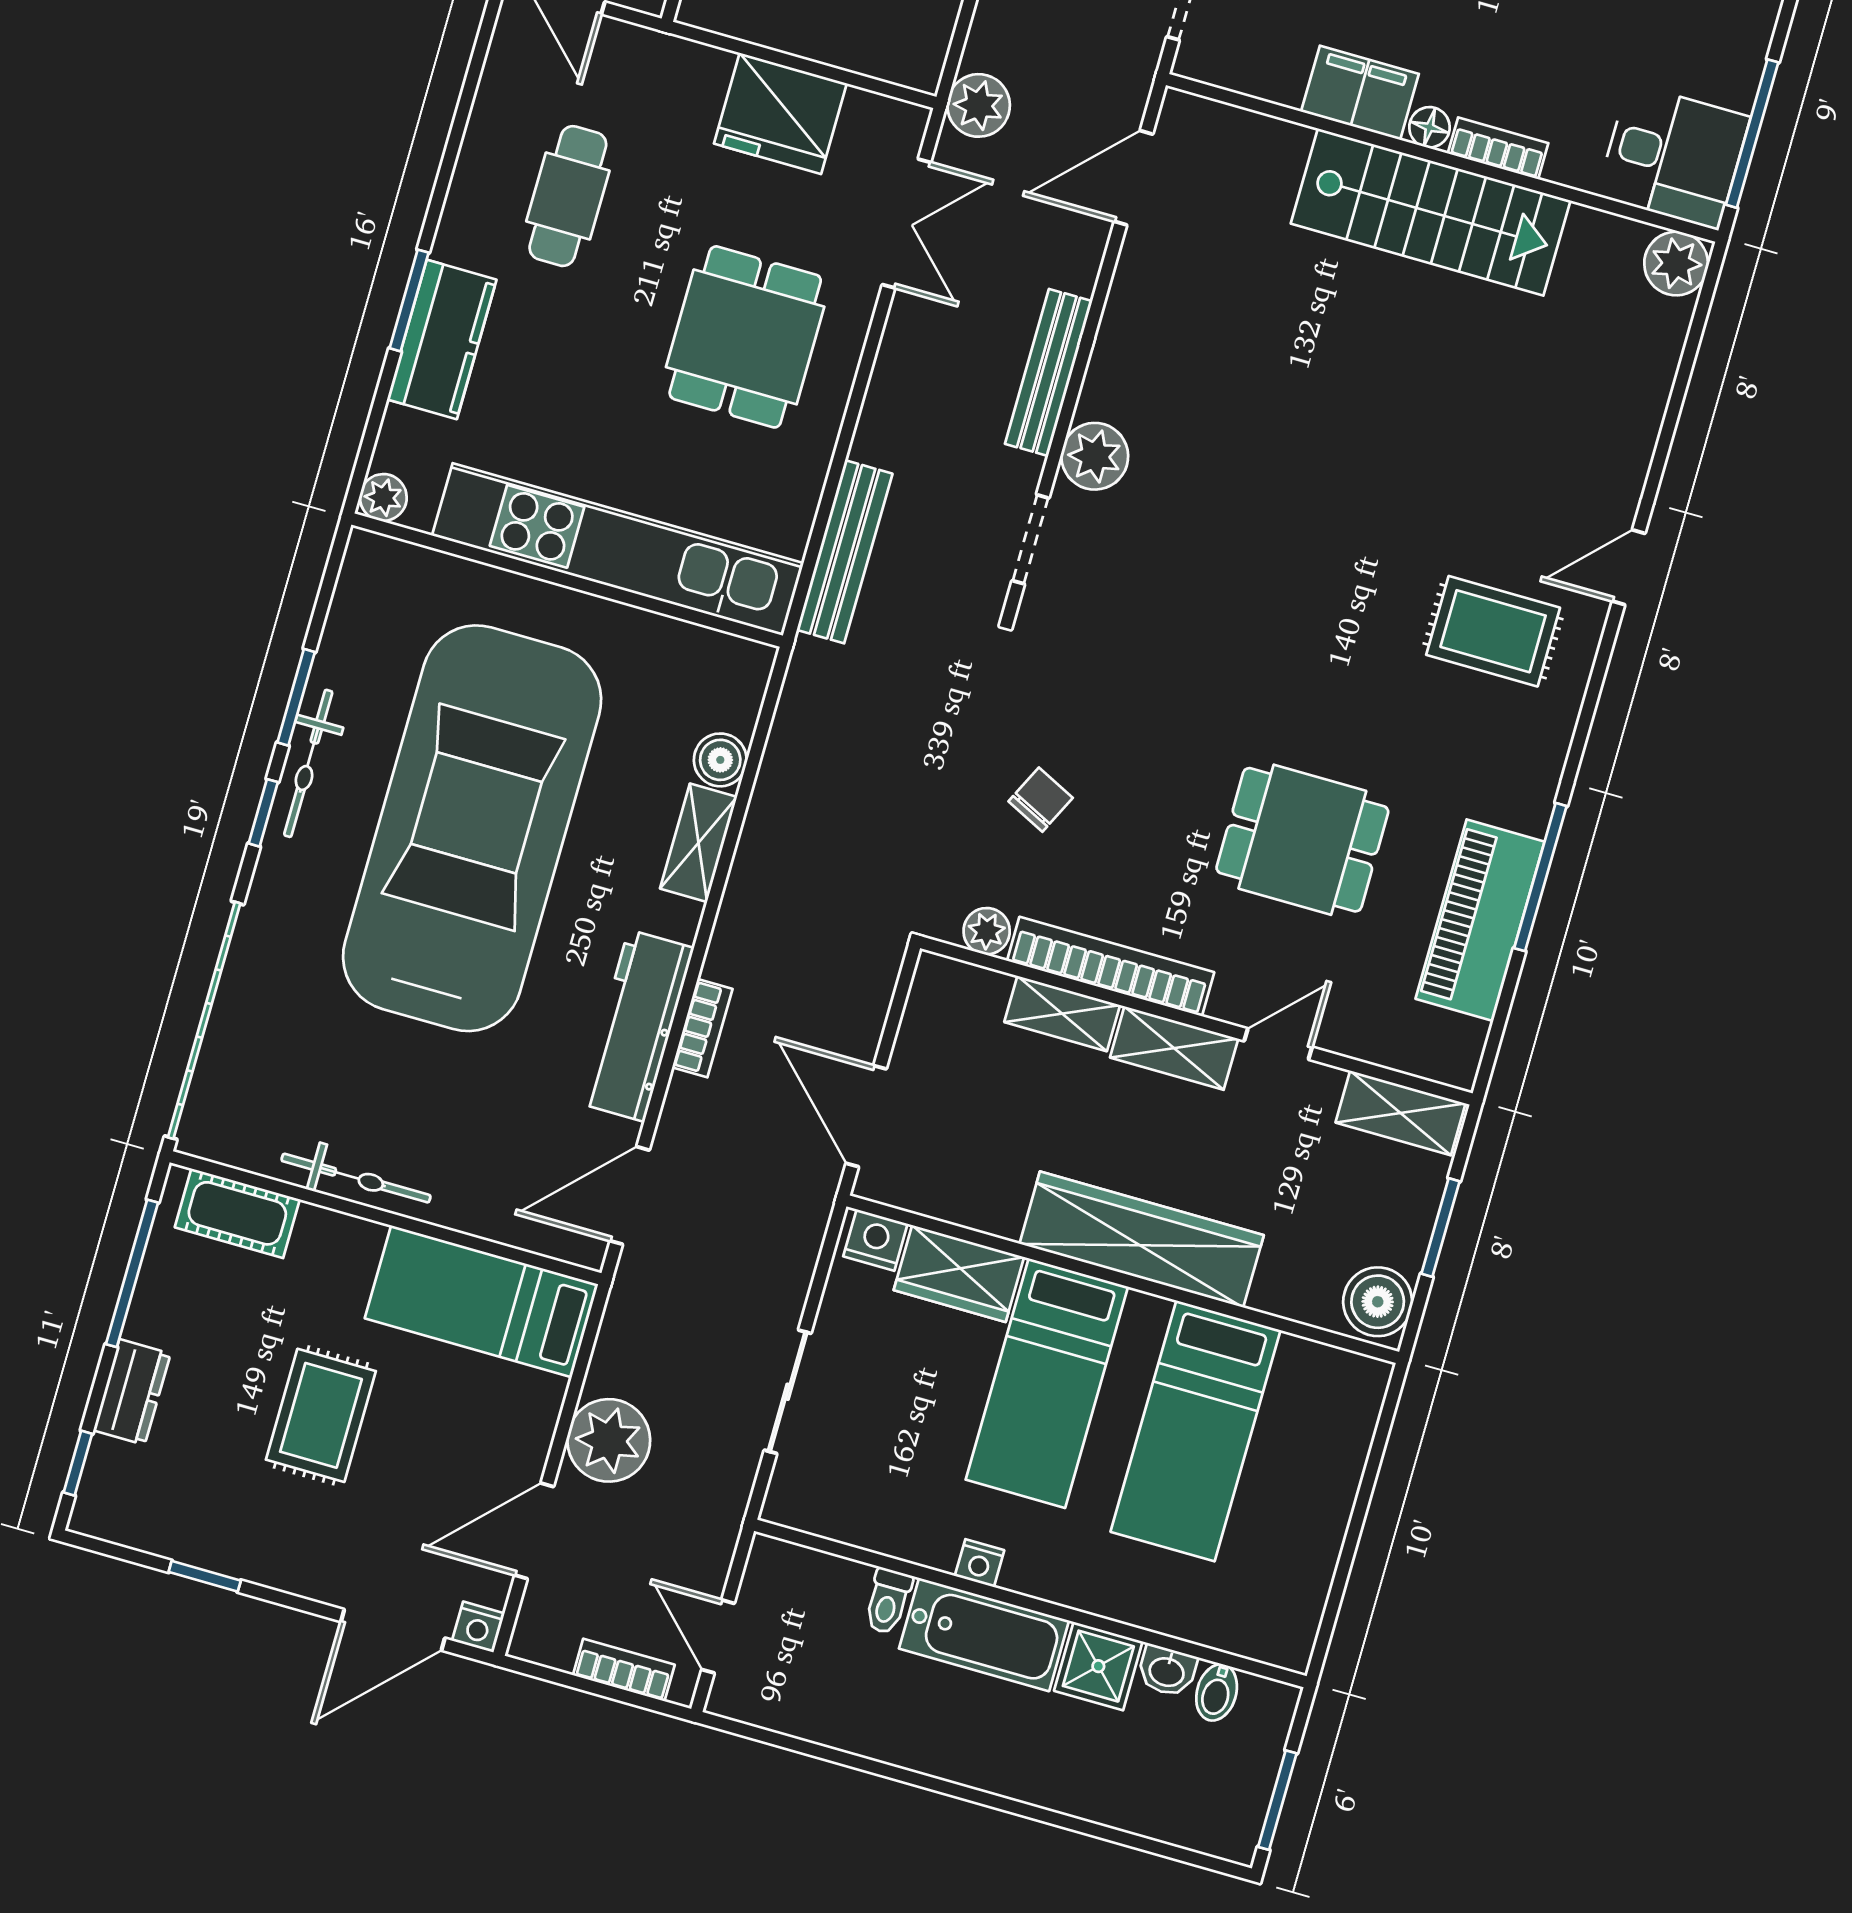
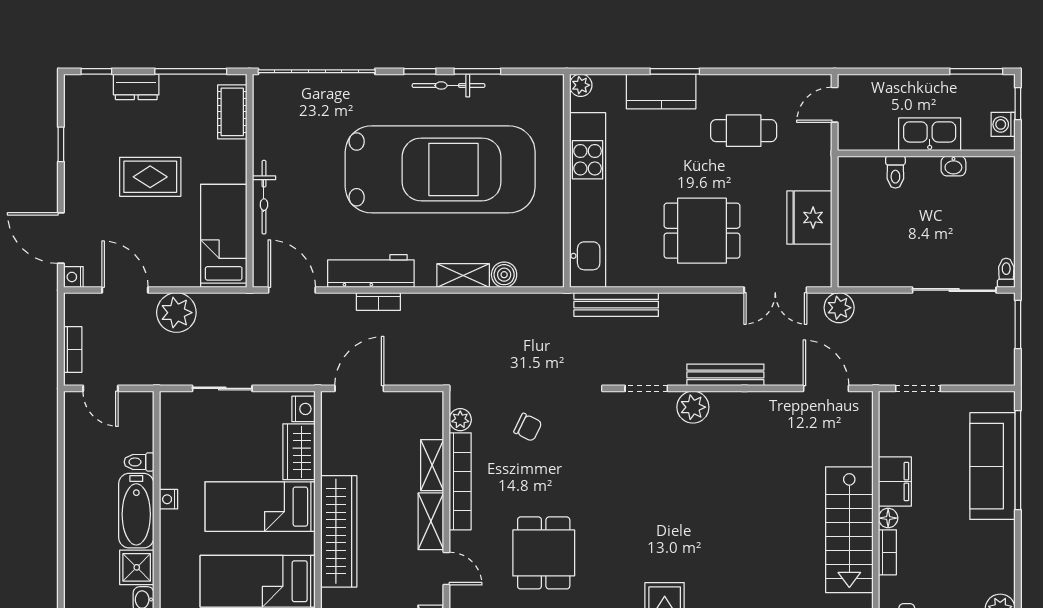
bicycle: (356, 1178) -> (264, 197), moved
door: (718, 1636) -> (101, 388), swing flipped

